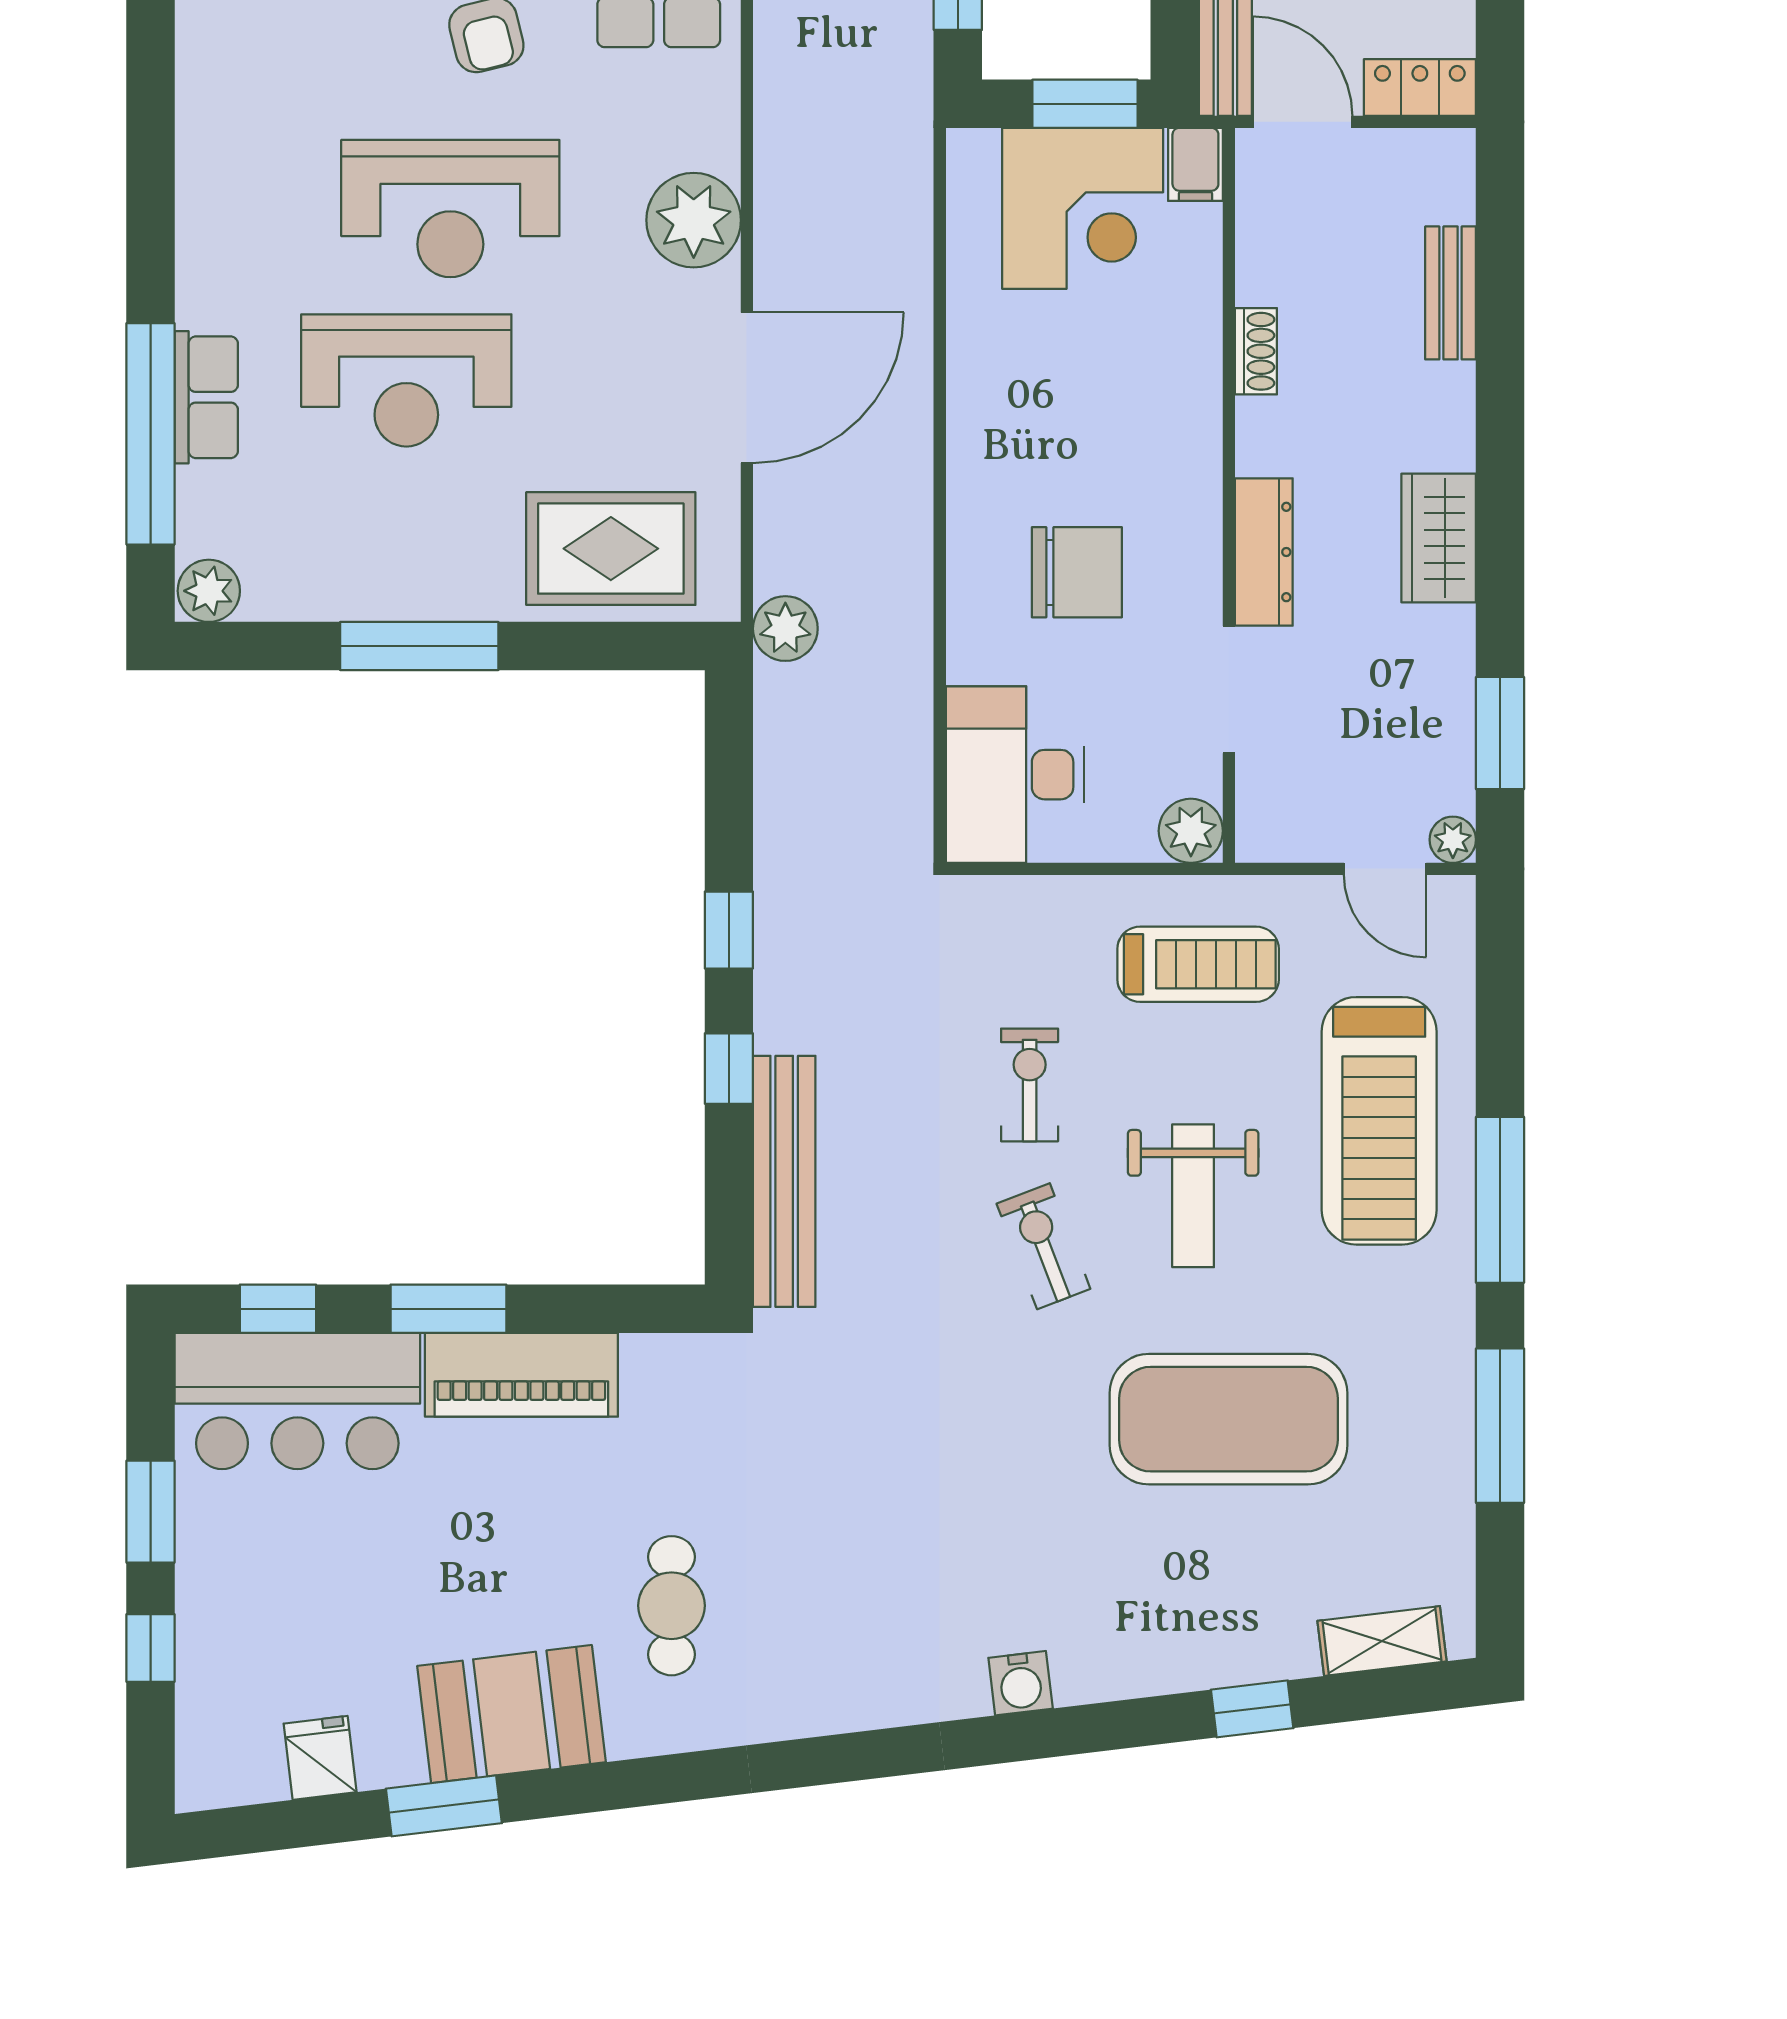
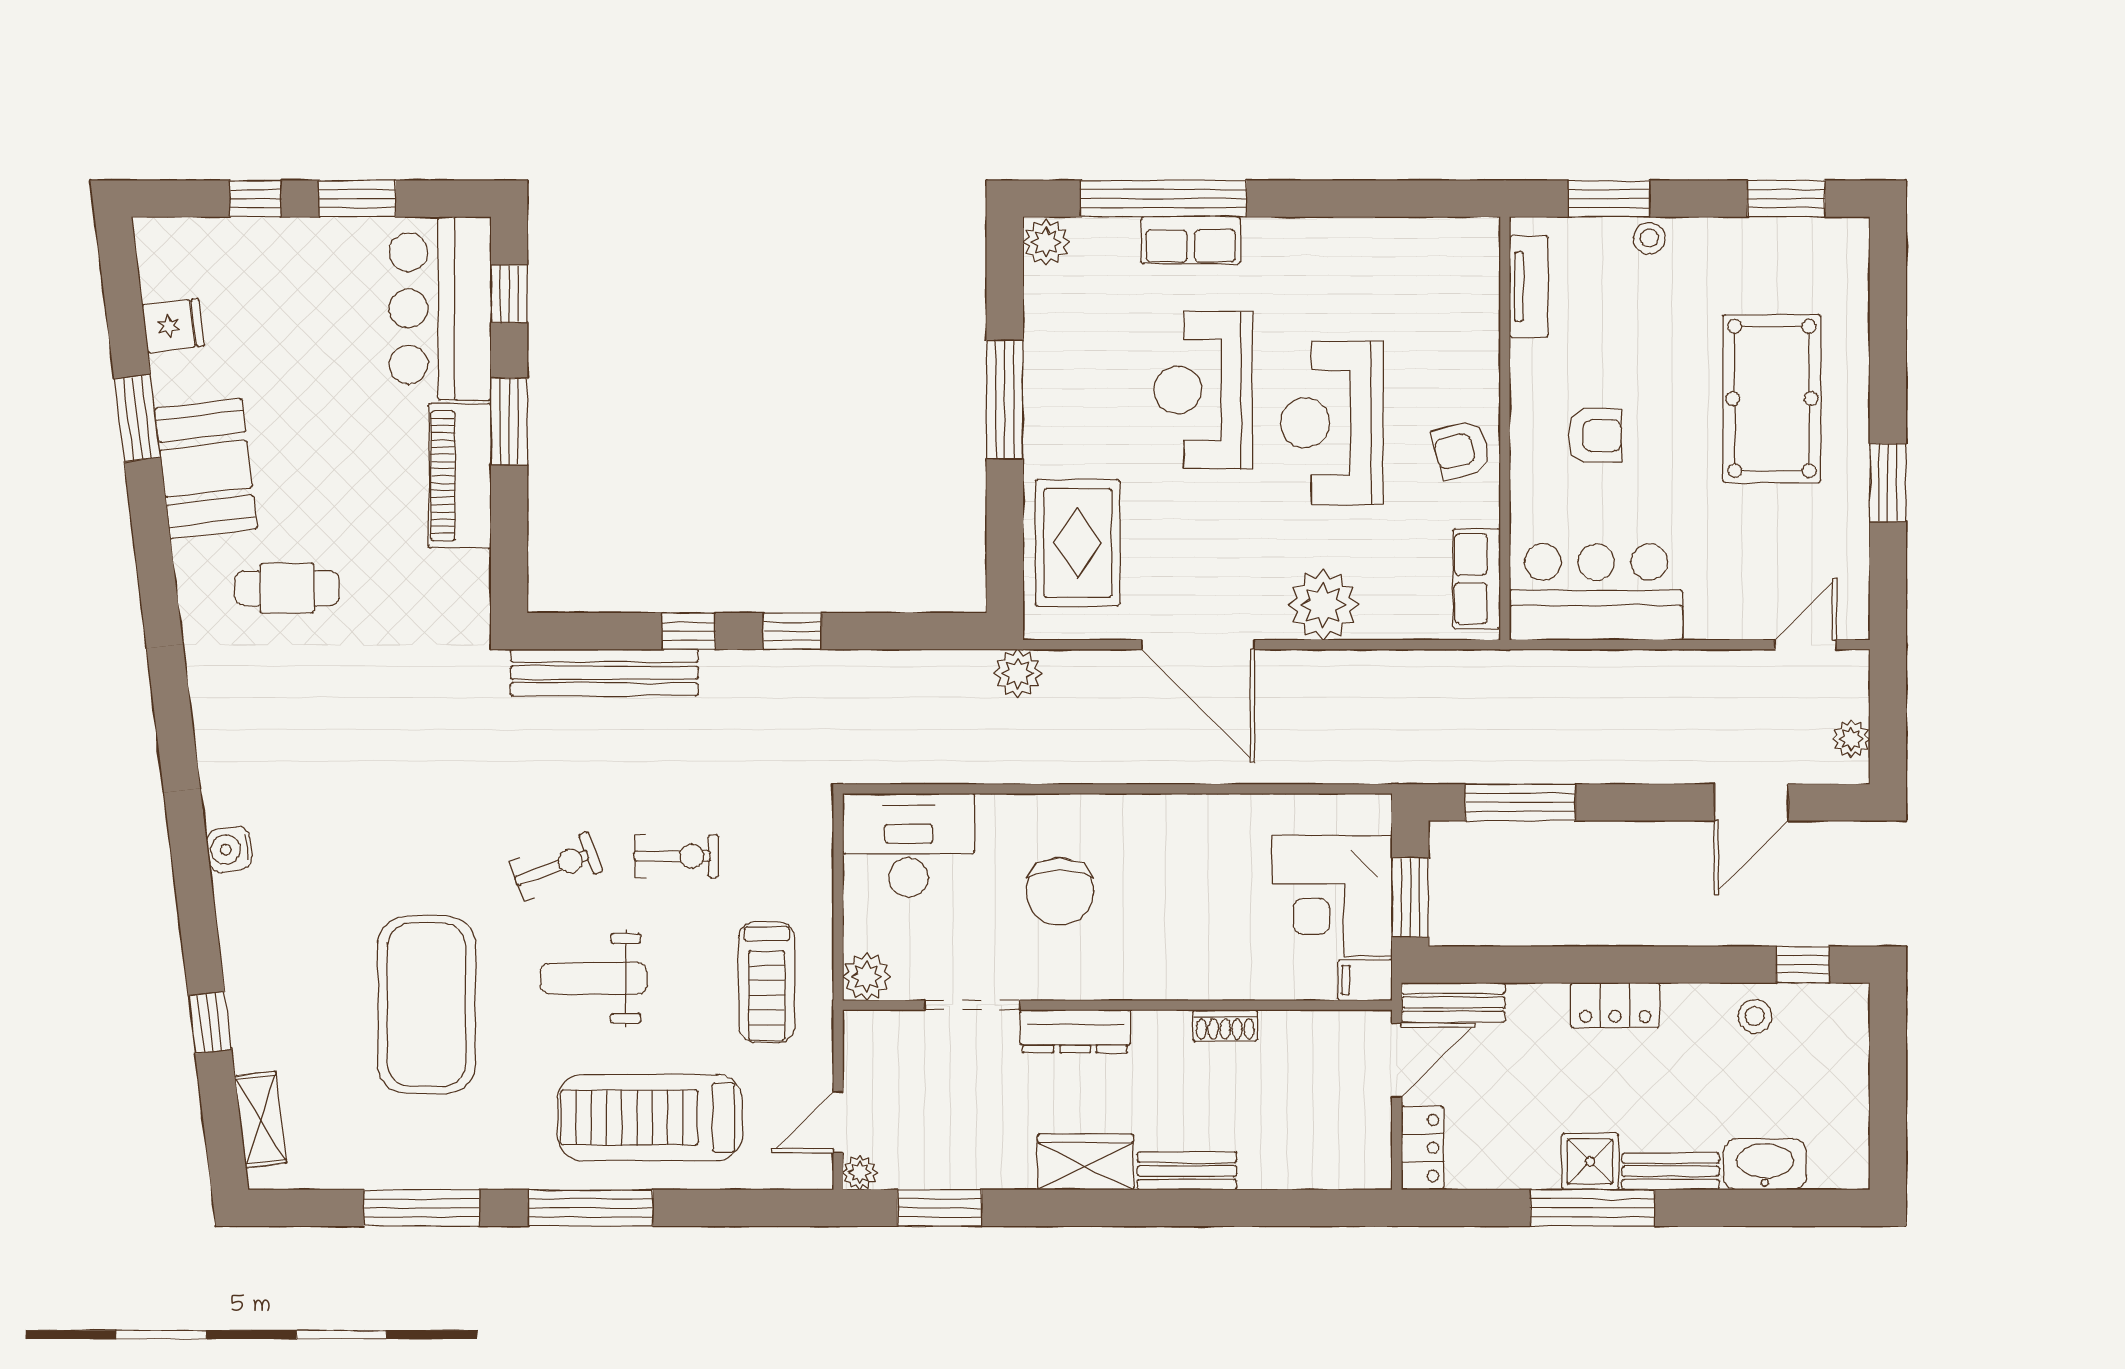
bench: (1451, 293) -> (1187, 1171), moved

